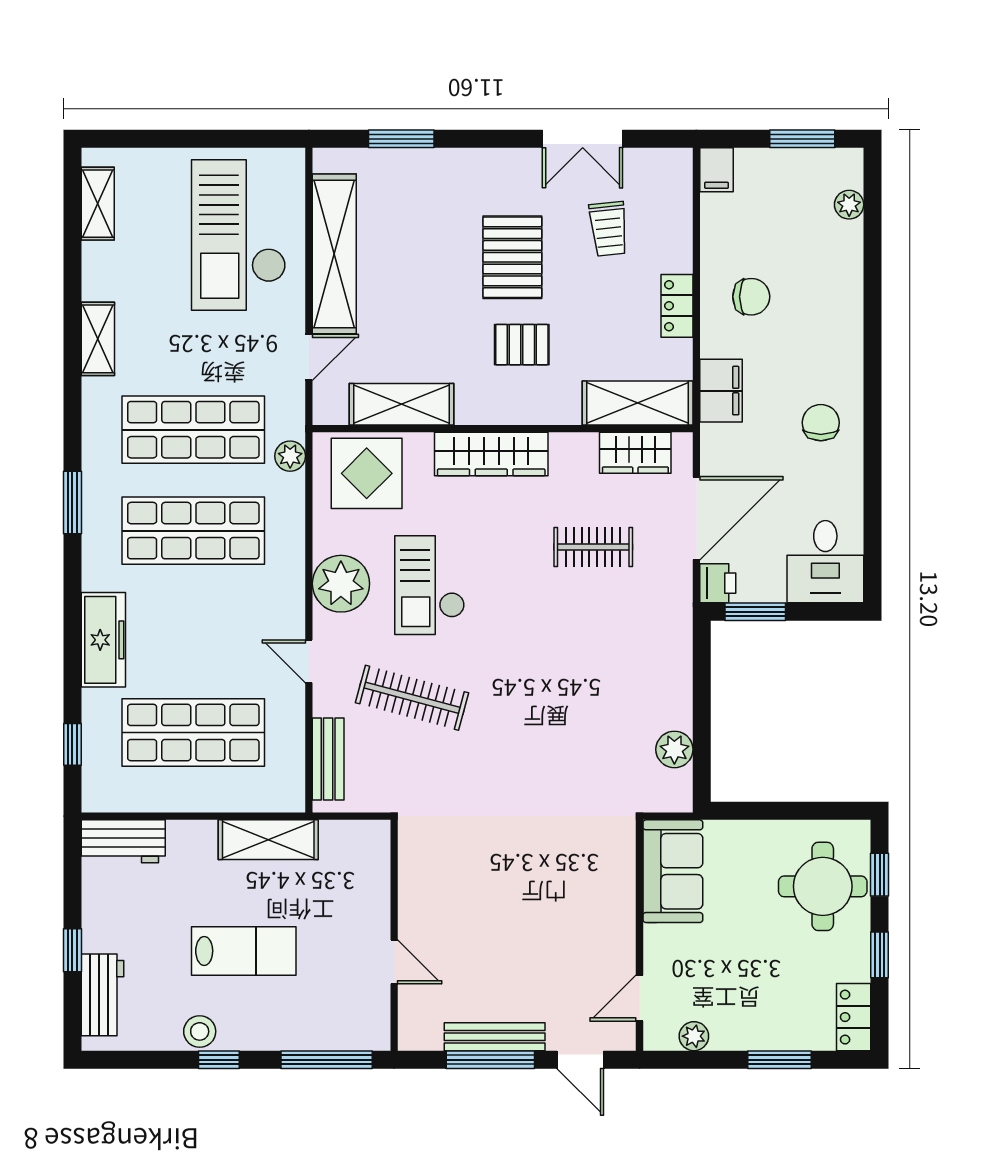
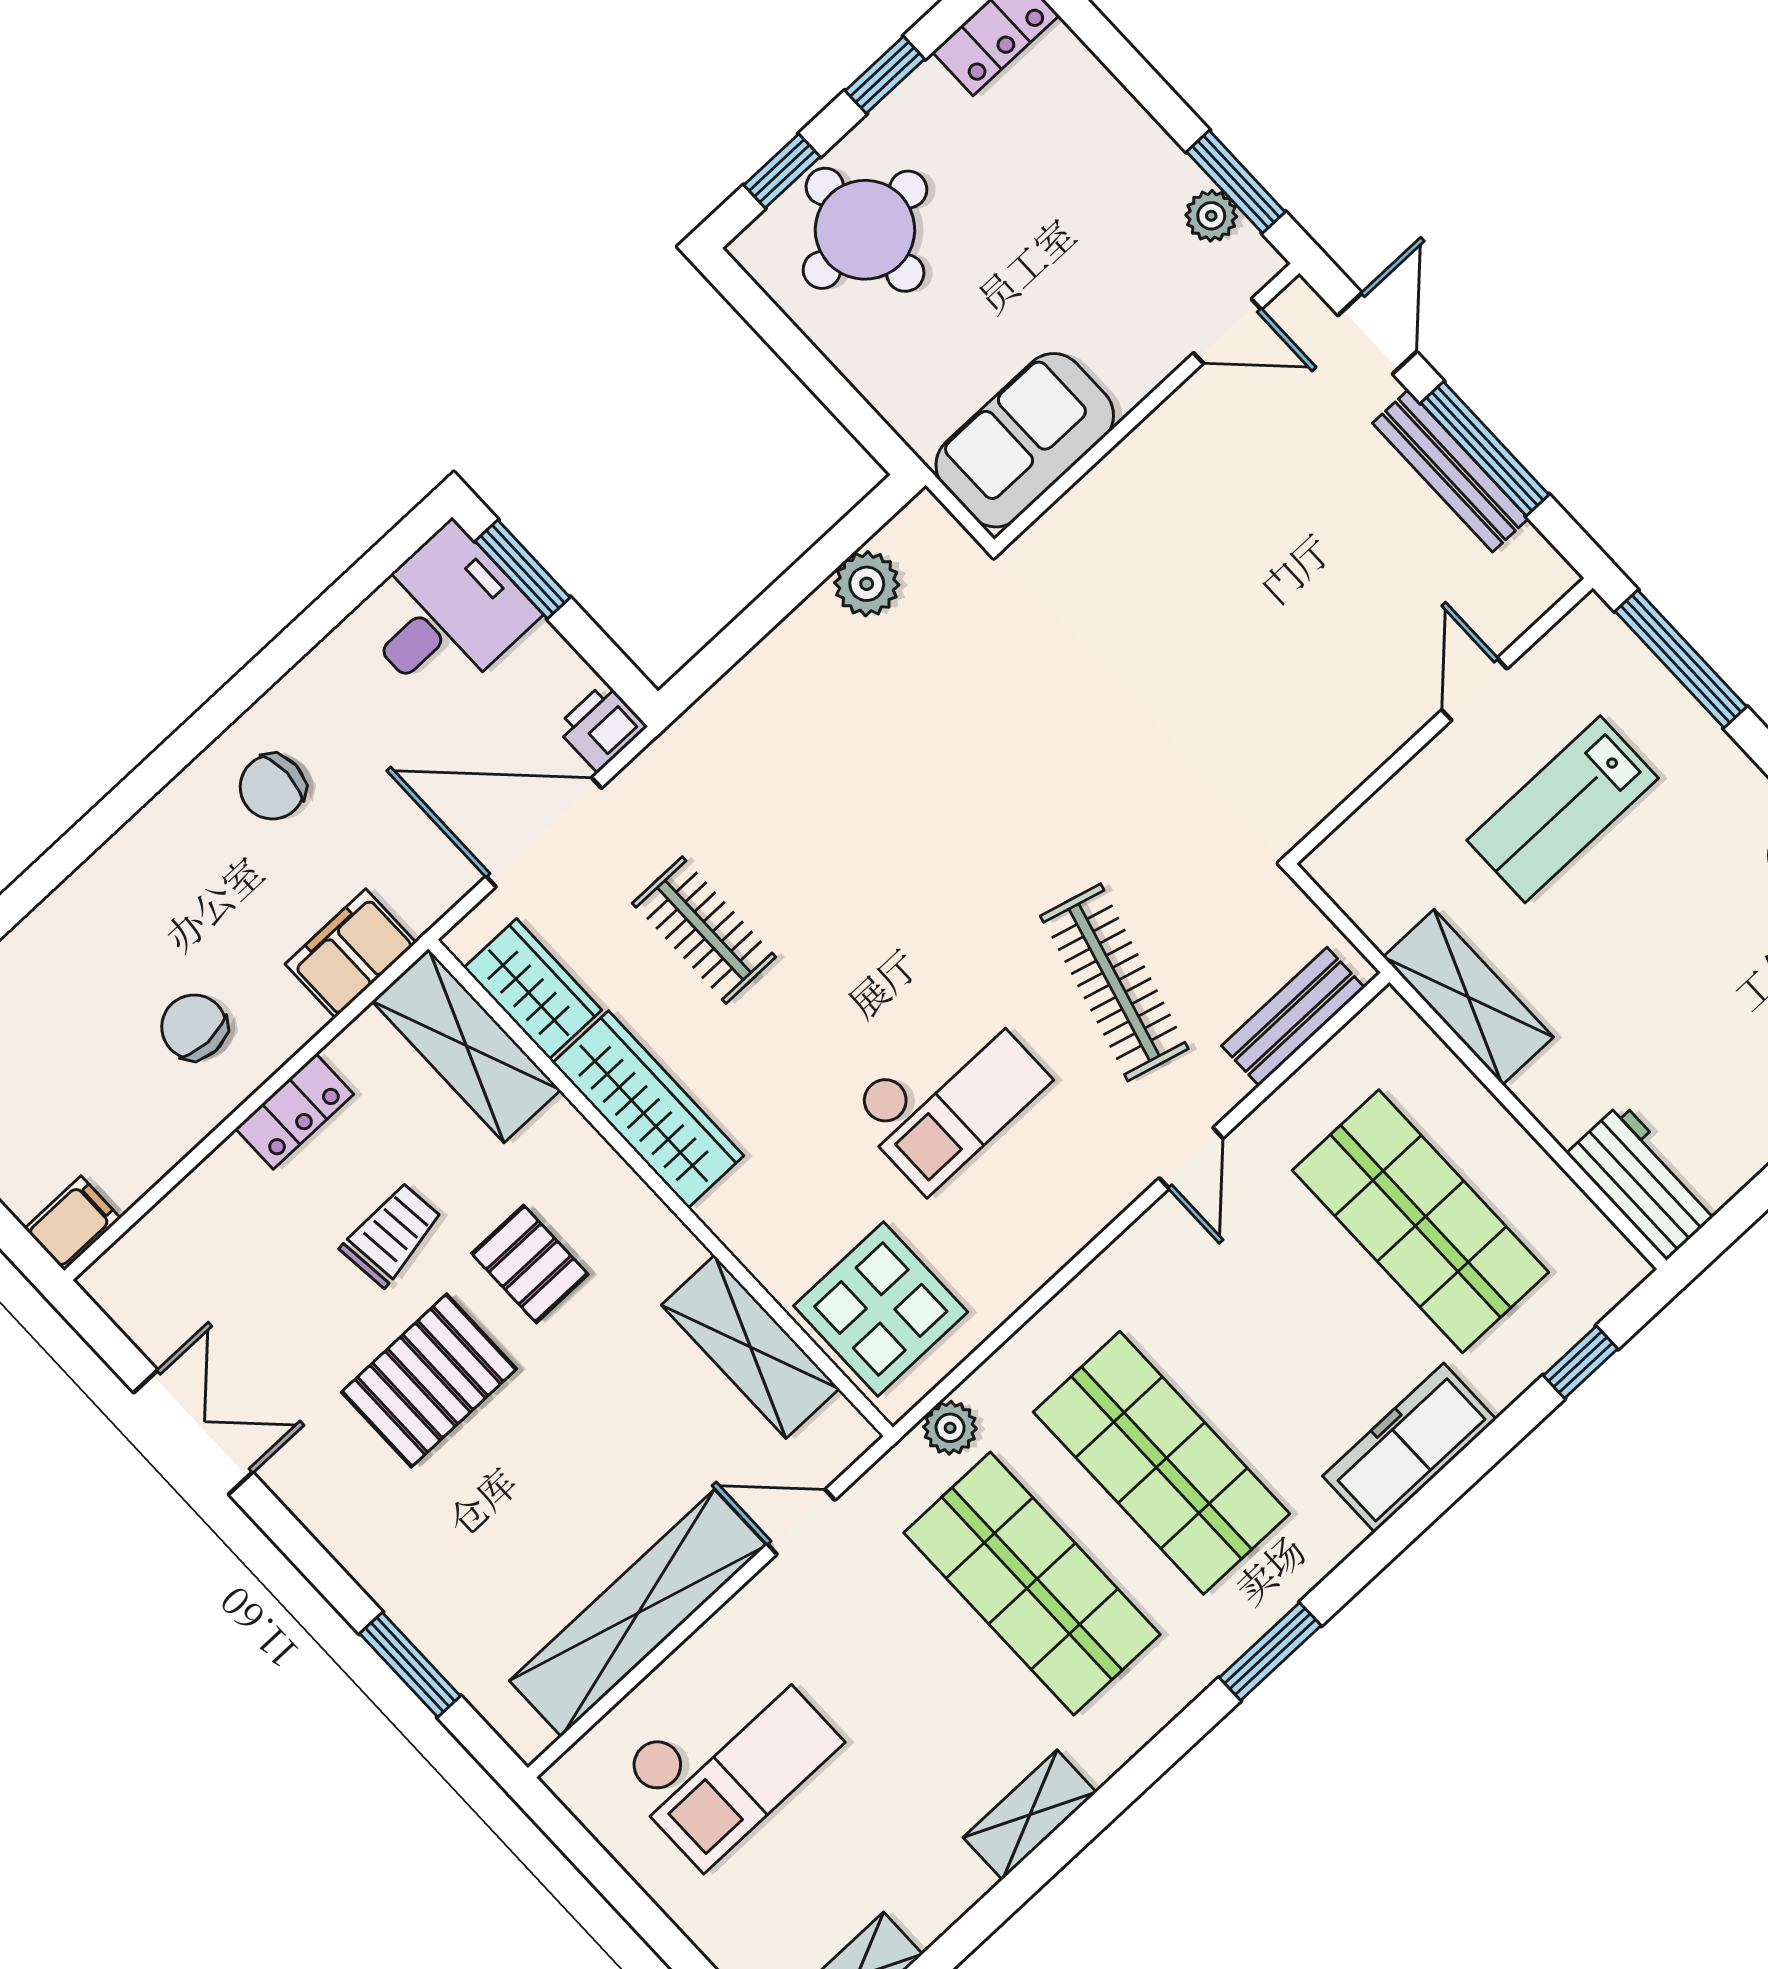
trolley: (609, 229) -> (392, 1234), moved
checkout: (239, 235) -> (728, 1758), width x0.73, depth x0.83
wardrobe: (491, 454) -> (648, 1109), moved
plant: (341, 584) -> (1053, 1210), removed
window: (755, 612) -> (523, 569), moved
lab bench: (244, 951) -> (1563, 809), moved, turned -90
window: (779, 1060) -> (1236, 182), moved

